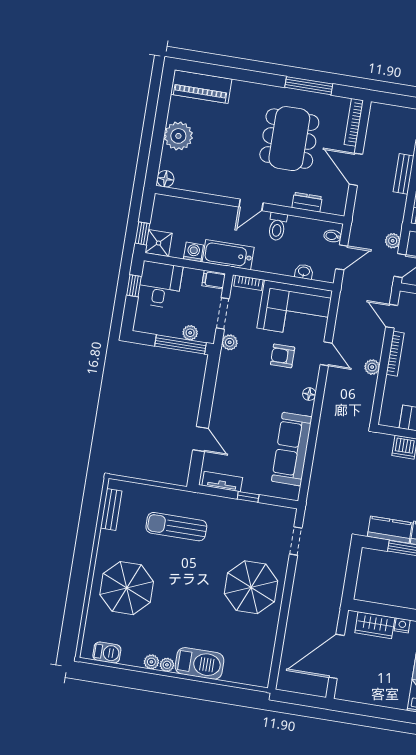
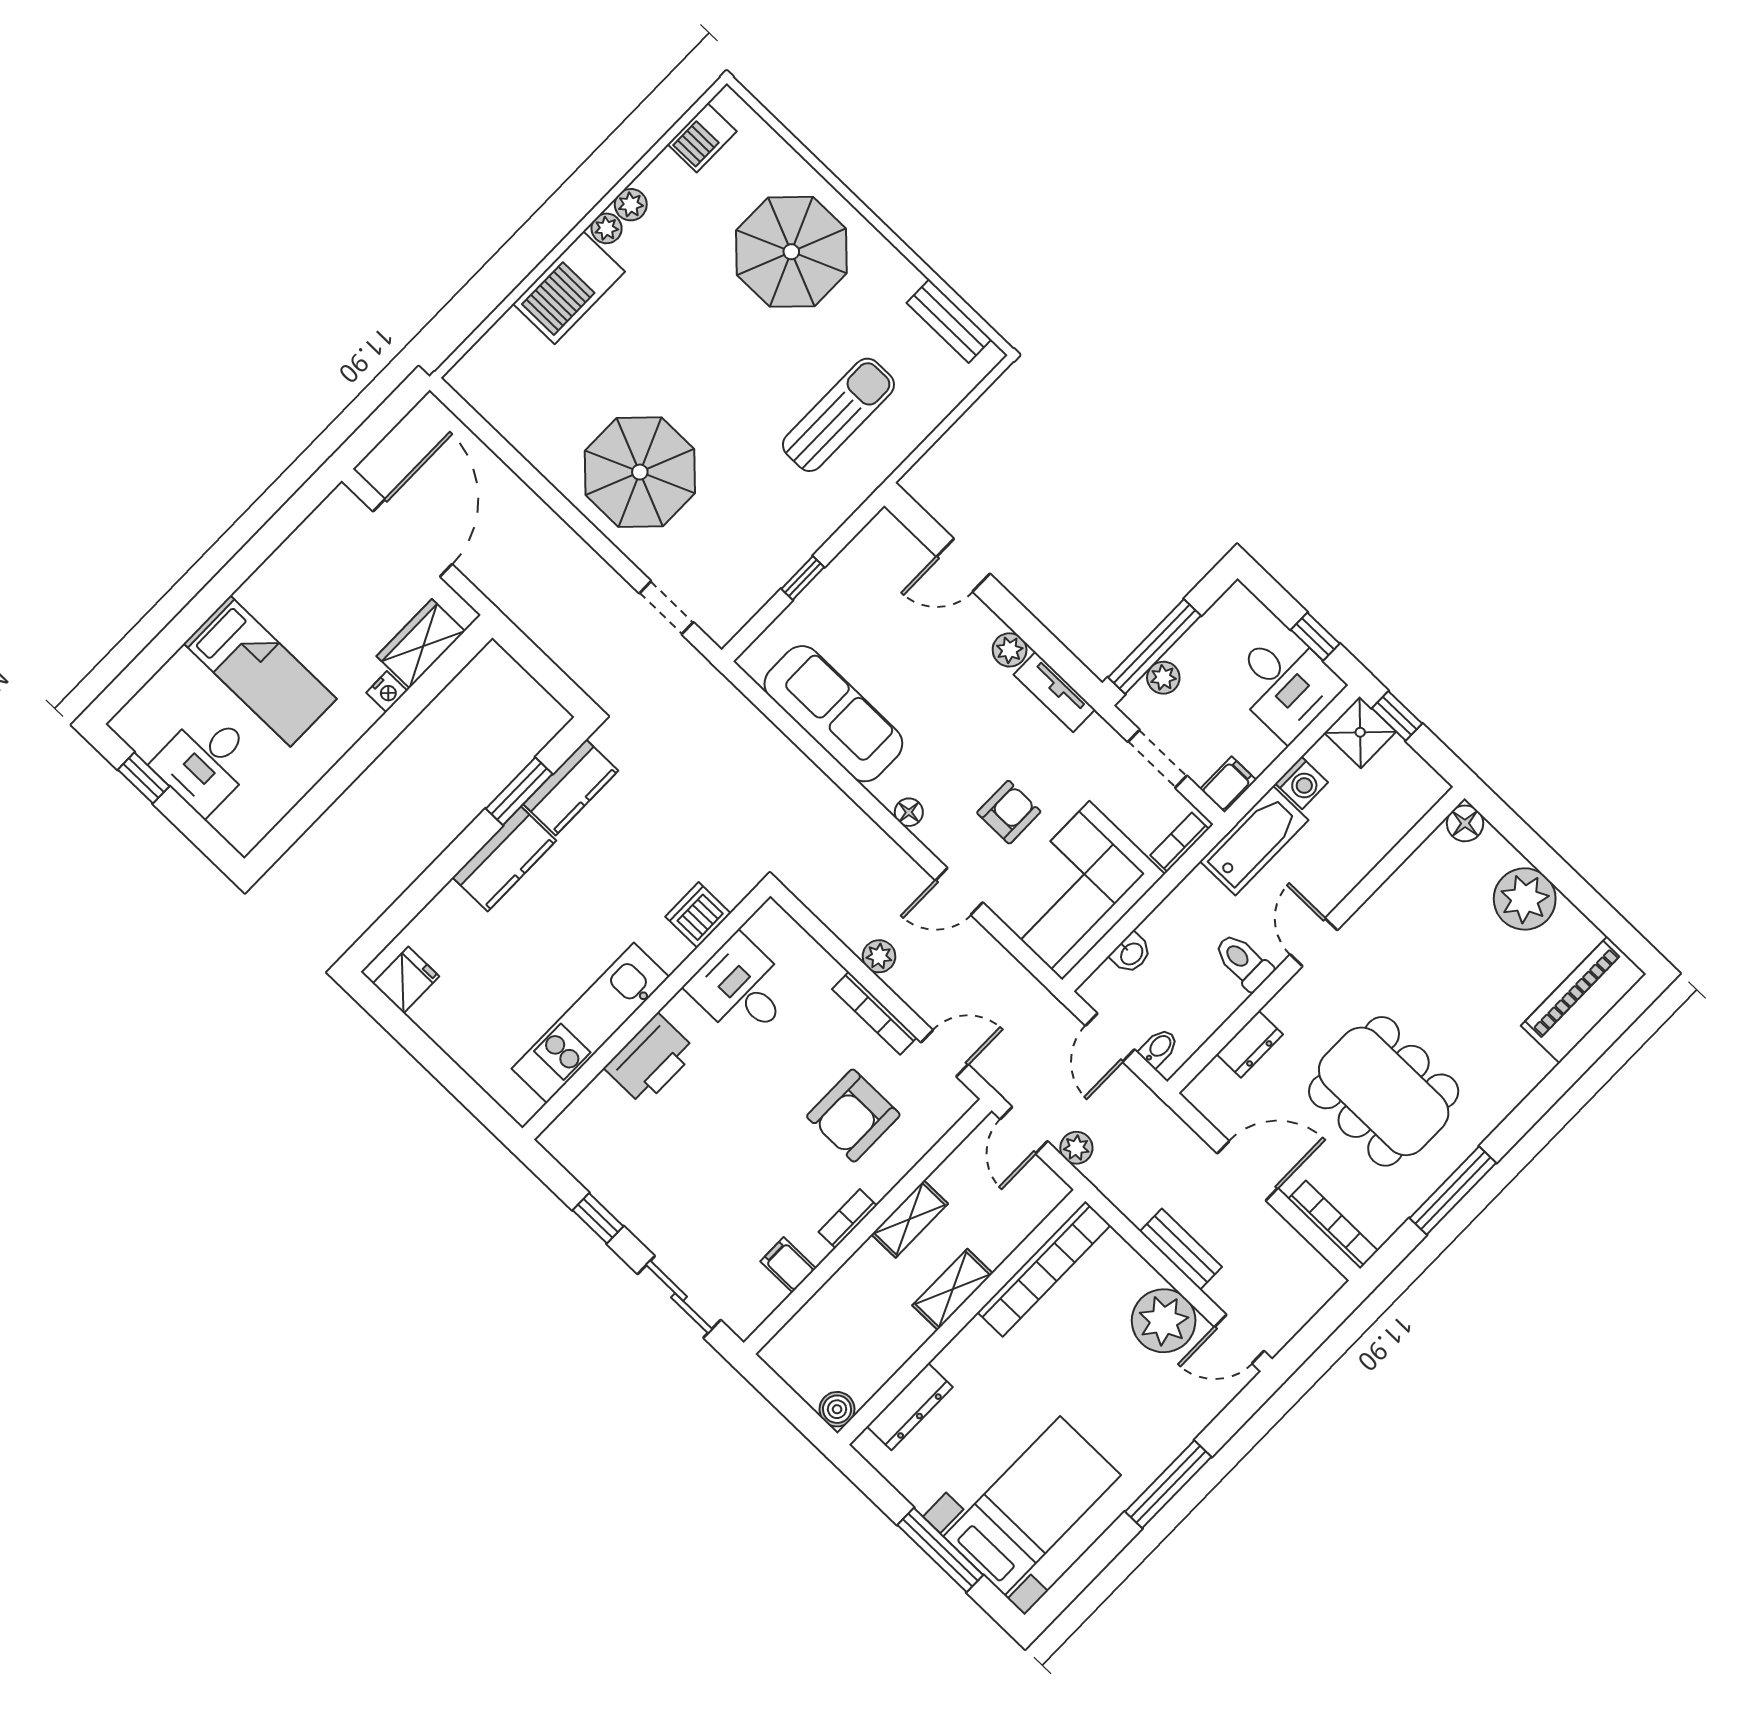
plant: (230, 342) -> (1010, 650), moved
tv unit: (222, 481) -> (1054, 692), moved, turned 90

